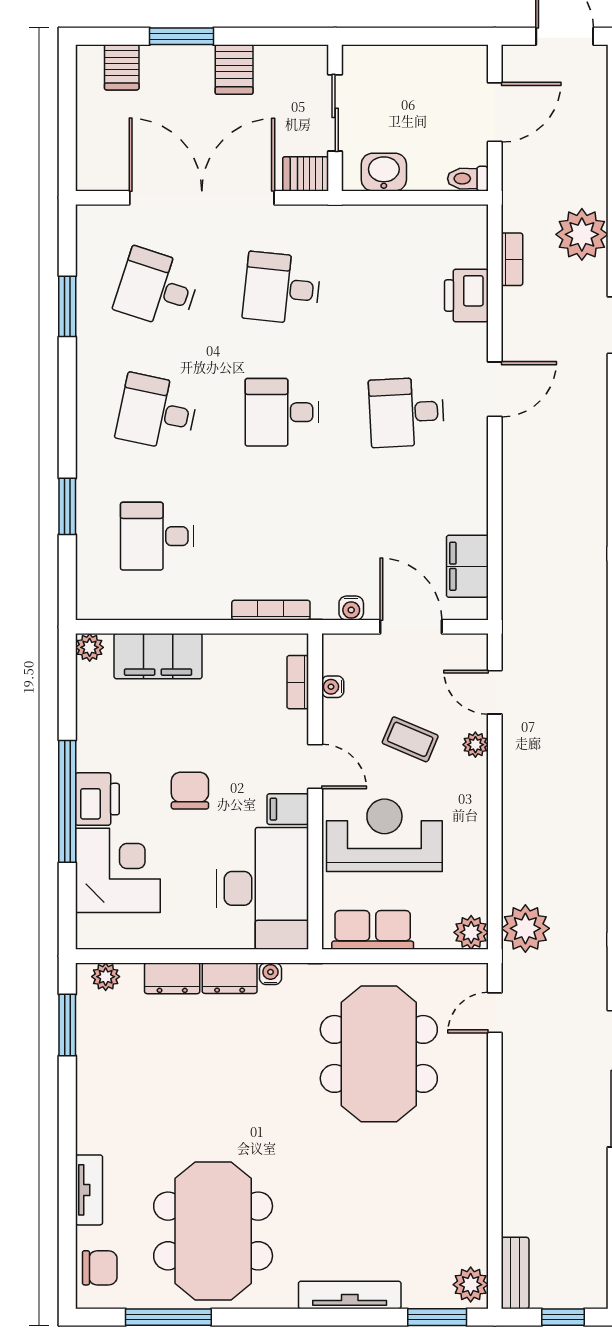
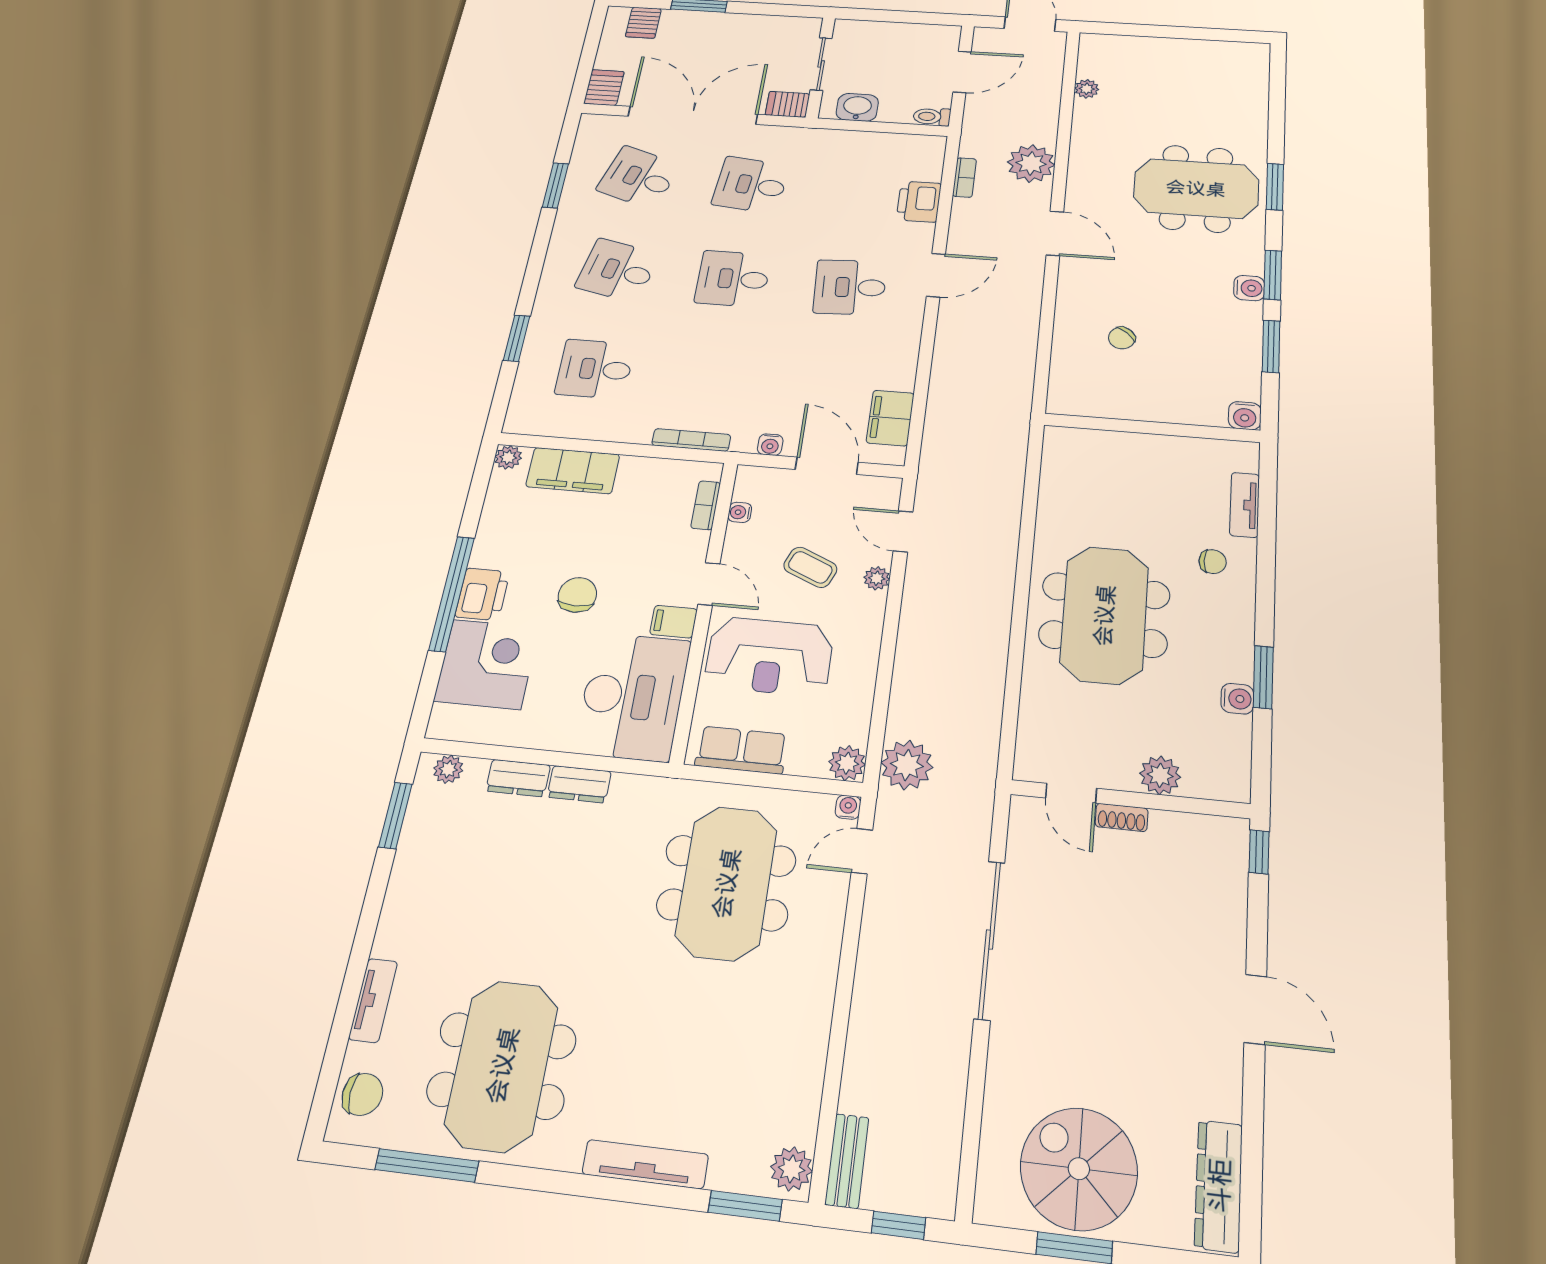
server rack: (234, 70) -> (604, 88), moved, turned 180
reception desk: (384, 835) -> (769, 656), turned 180
water cooler: (270, 974) -> (848, 807), moved

